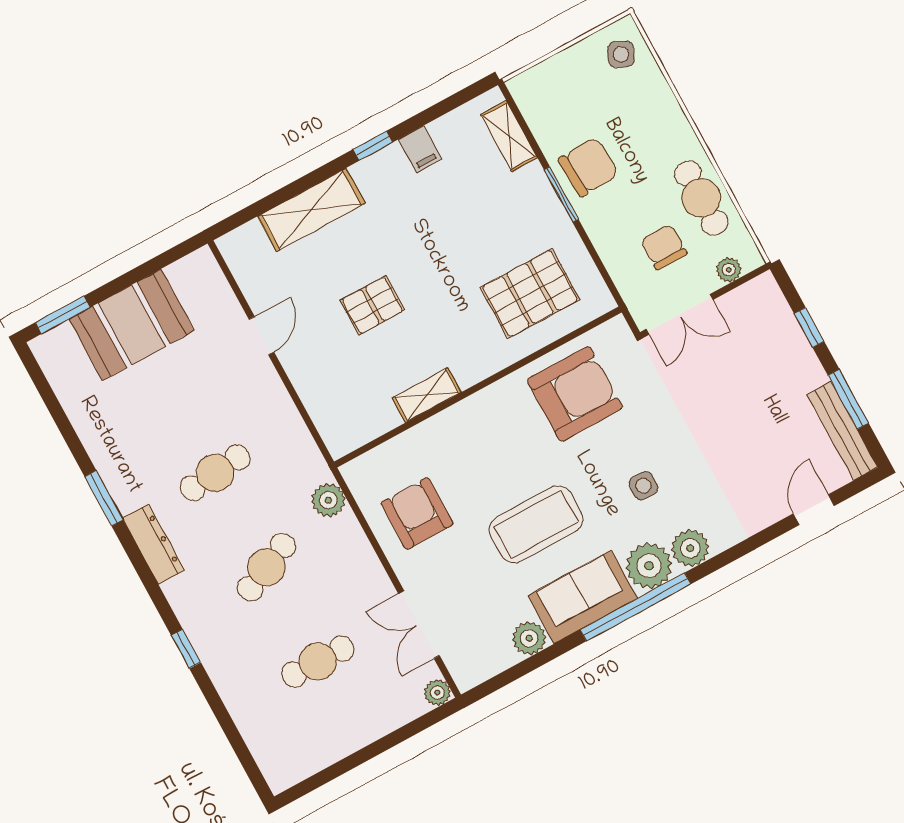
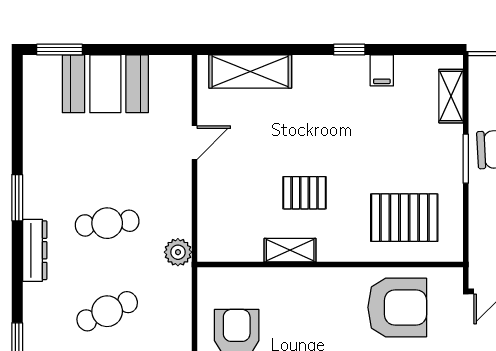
shelving: (311, 210) -> (250, 71), moved
pallet: (372, 305) -> (305, 193), moved
plant: (328, 500) -> (178, 252), moved

